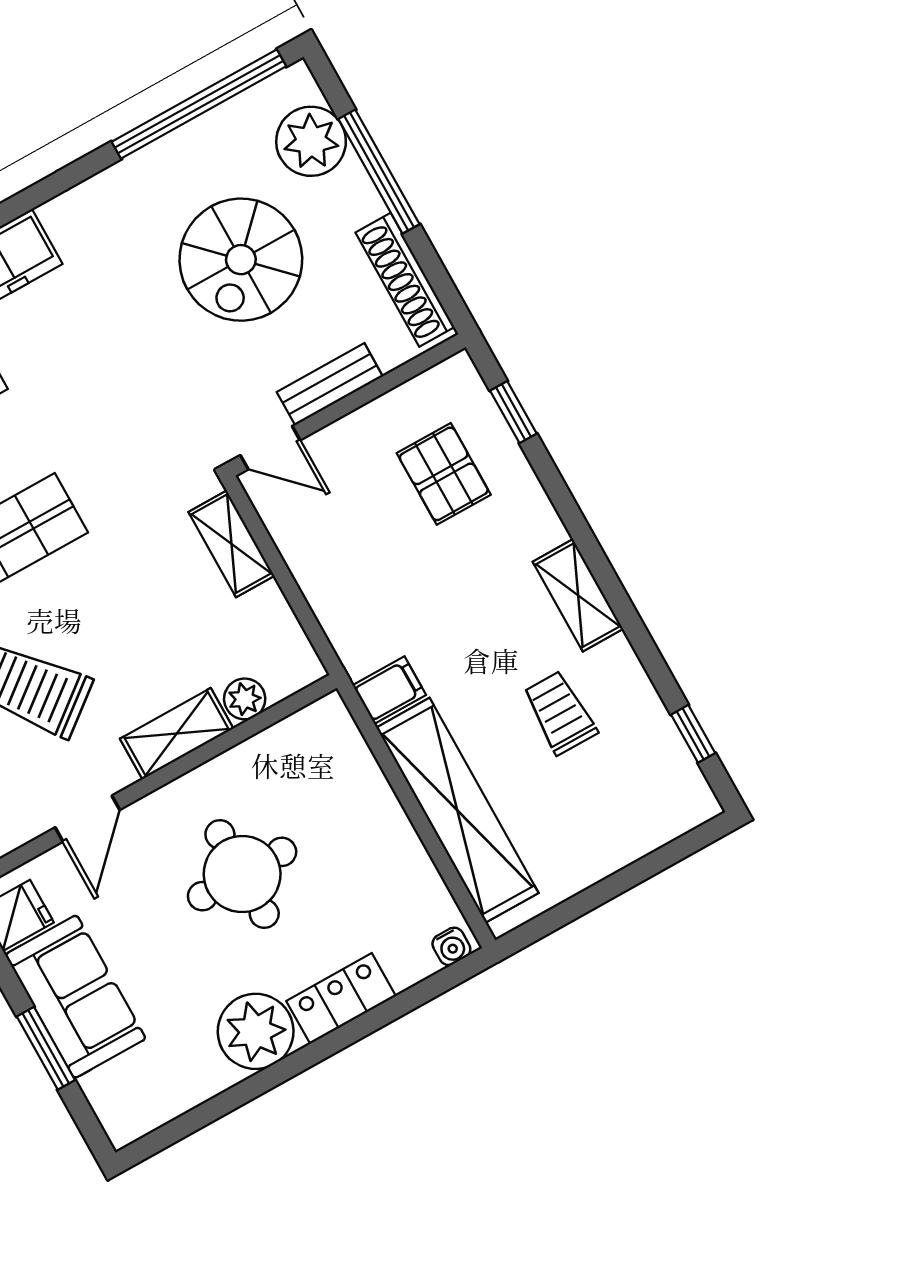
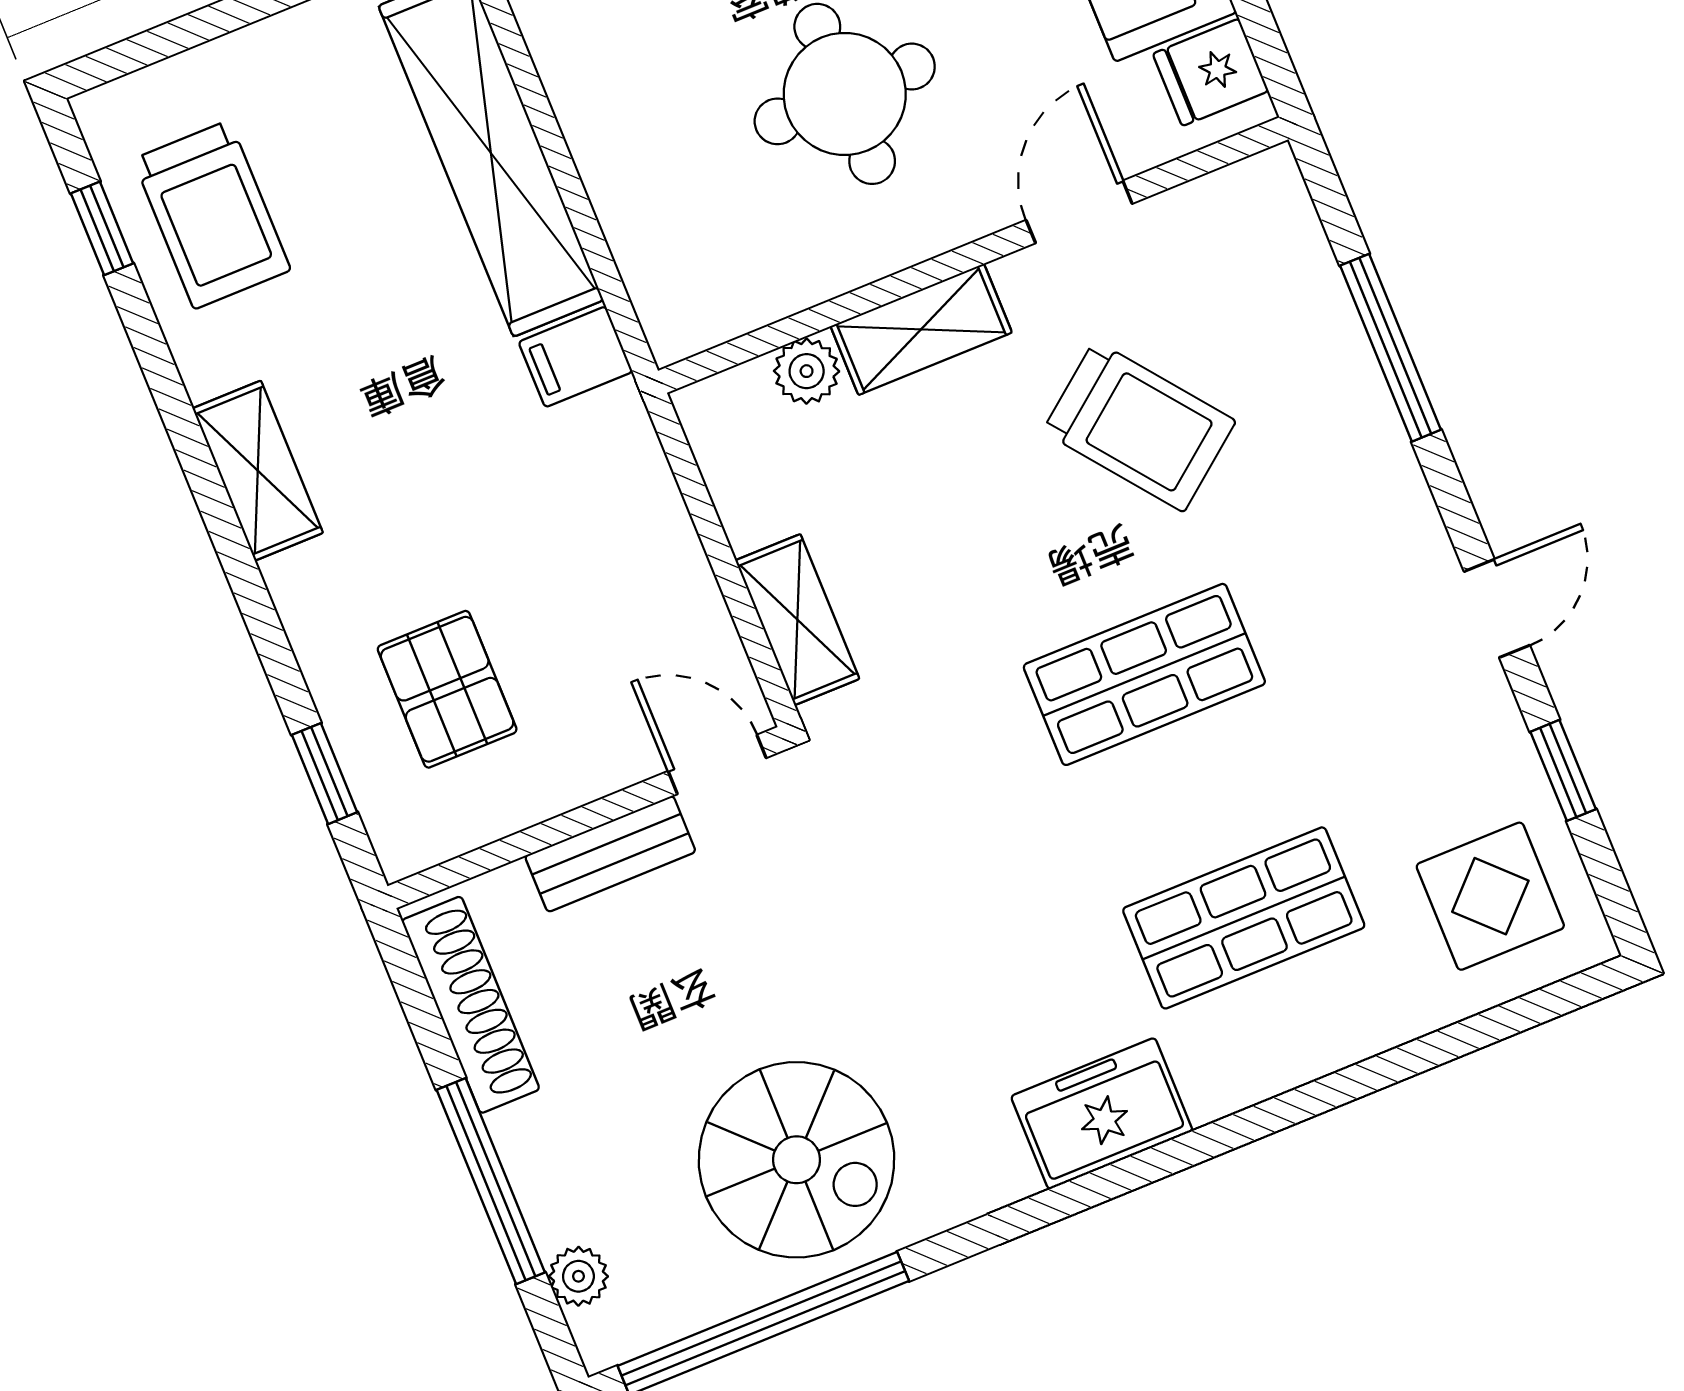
plant: (311, 141) -> (578, 1276), width x0.53, depth x0.53
spiral stairs: (241, 260) -> (797, 1160), moved, turned 90
trolley: (560, 713) -> (212, 215), moved, width x1.36, depth x1.39

